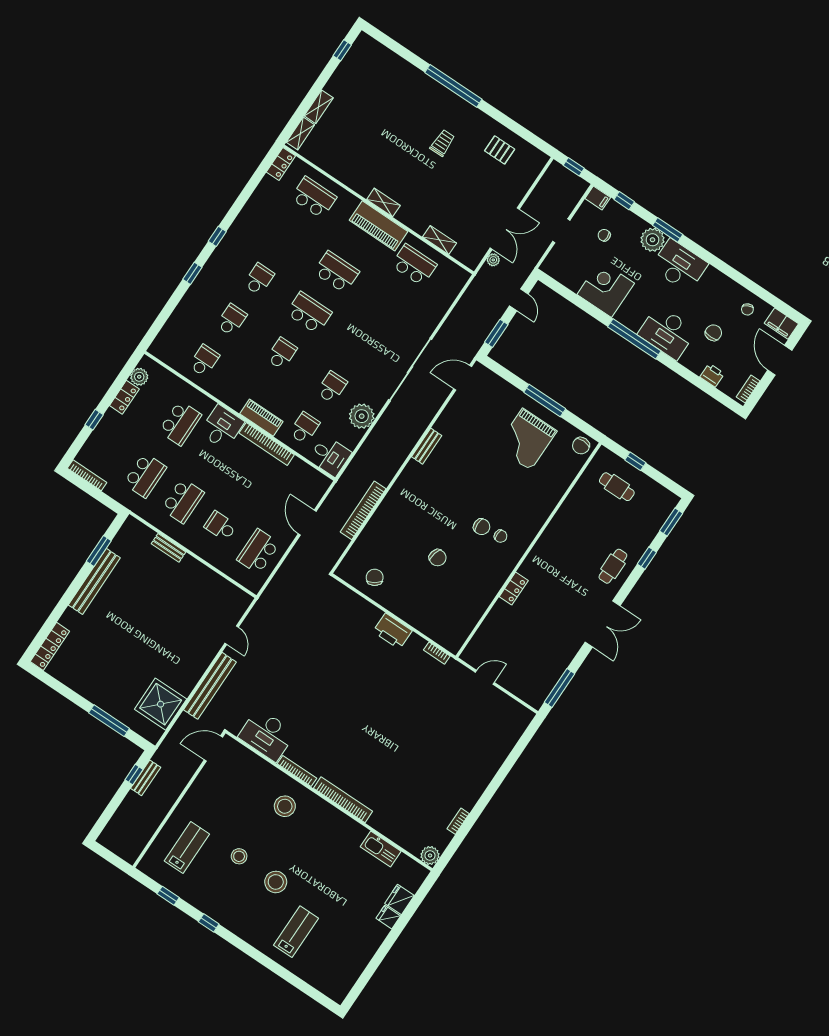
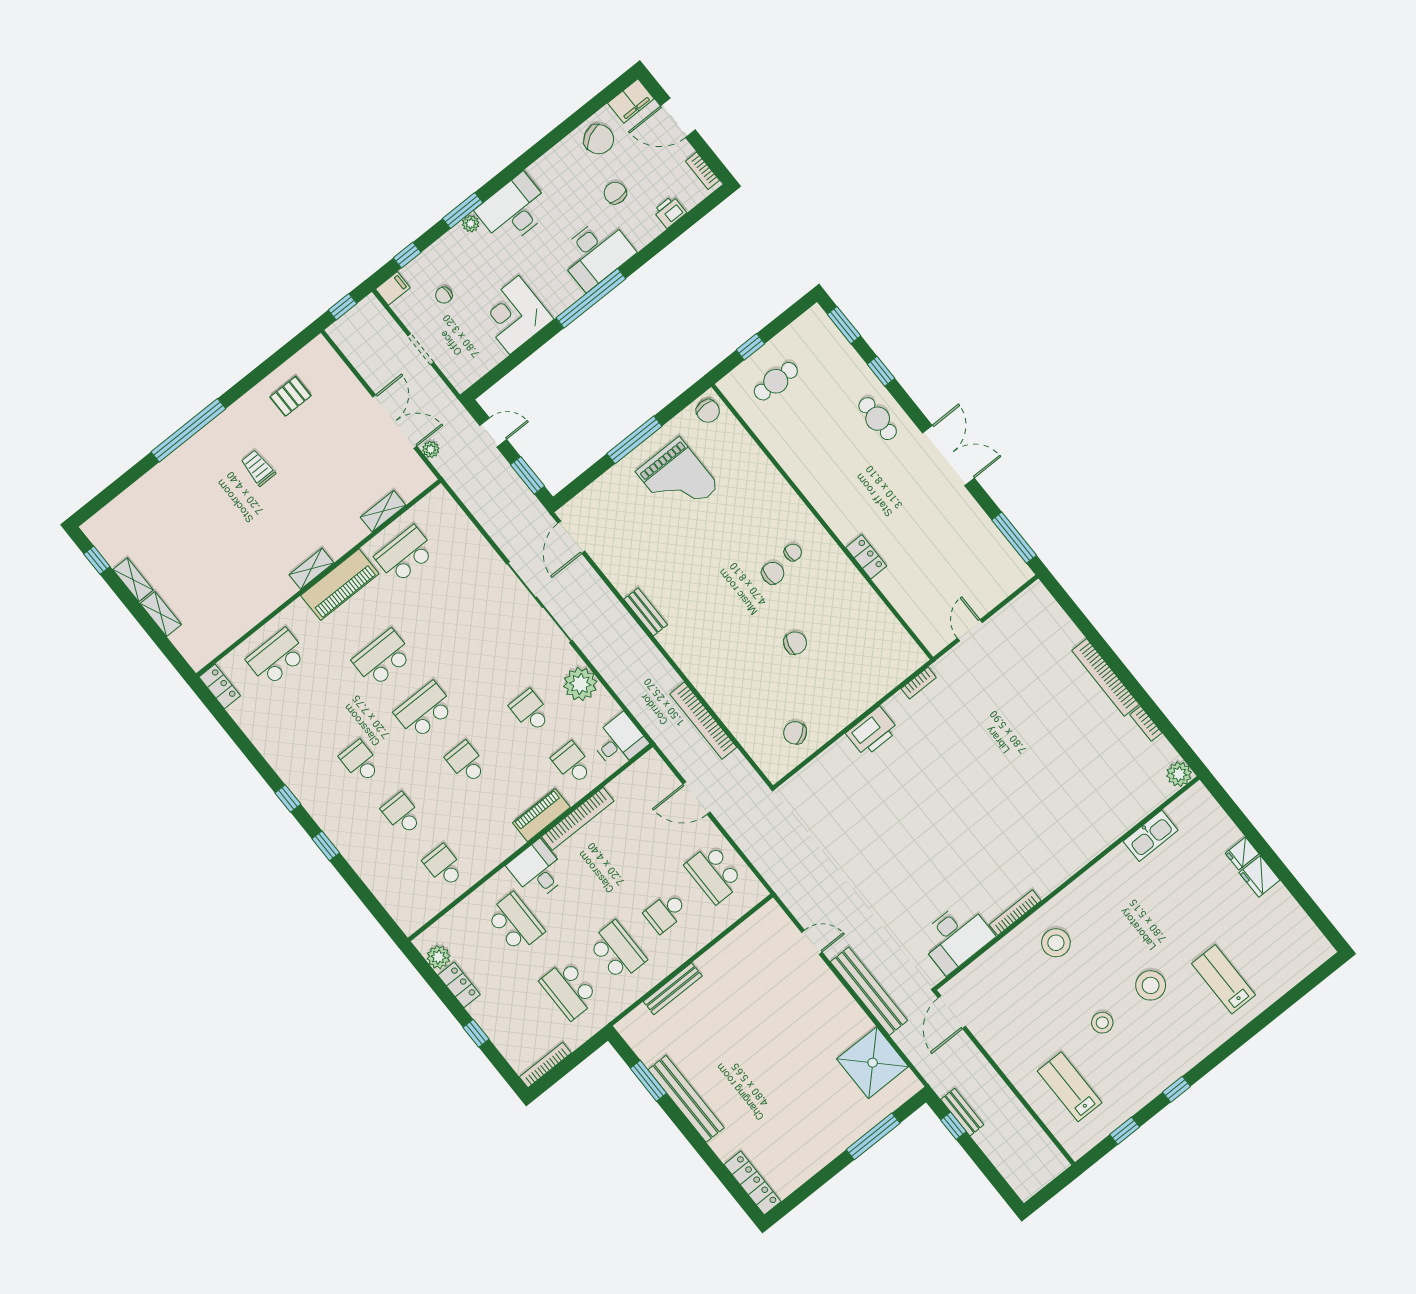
shelving: (300, 134) -> (133, 580), moved
plant: (653, 240) -> (471, 224), width x0.53, depth x0.53
chair: (747, 309) -> (599, 139), width x1.87, depth x1.87
school desk: (145, 475) -> (569, 990), turned 180
bench: (169, 548) -> (673, 989), width x1.36
bookcase: (343, 800) -> (1106, 677), moved, turned -90
fridge: (400, 899) -> (1260, 876), moved

